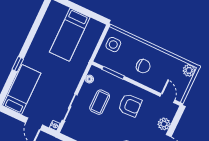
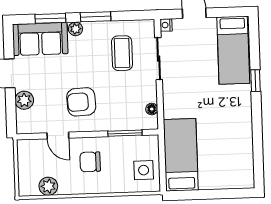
bed: (70, 35) -> (181, 155), moved
plant: (189, 70) -> (48, 186), moved
door: (167, 98) -> (58, 136), moved
coffee table: (100, 102) -> (122, 53), moved

